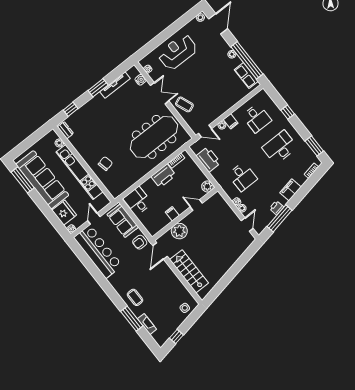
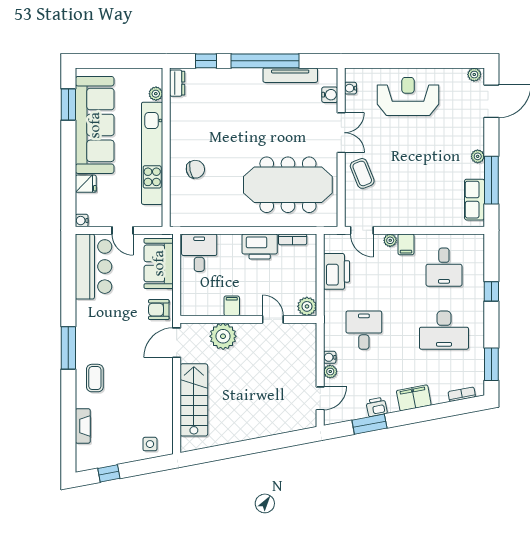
window: (247, 60) -> (491, 180), width x0.68
window: (98, 88) -> (265, 61), width x2.11
desk: (280, 147) -> (444, 330), turned 180
desk: (243, 177) -> (364, 330), turned 180
window: (23, 180) -> (68, 105), width x0.69
fridge: (64, 213) -> (86, 184), width x0.53, depth x0.75
window: (279, 218) -> (369, 424), width x0.69
door: (94, 219) -> (123, 230), swing flipped
bar counter: (98, 252) -> (94, 267), width x0.73
window: (132, 319) -> (68, 348), moved

